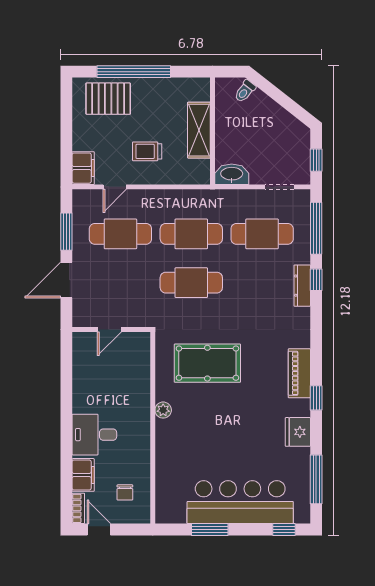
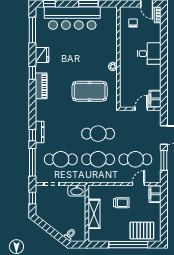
filing cabinet: (83, 475) -> (155, 99), moved

